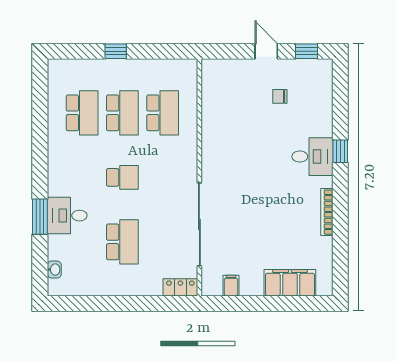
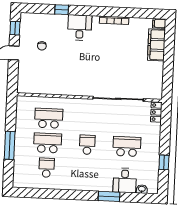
window: (116, 51) -> (10, 145), width x2.17
school desk: (82, 113) -> (46, 168), width x0.54
window: (340, 151) -> (62, 10), moved
desk: (67, 216) -> (125, 180), moved
filing cabinet: (231, 286) -> (159, 23), moved
window: (99, 303) -> (164, 162), added

